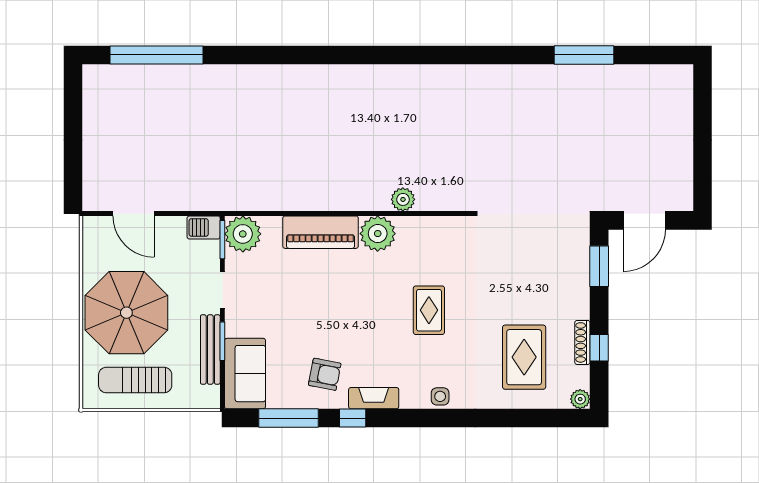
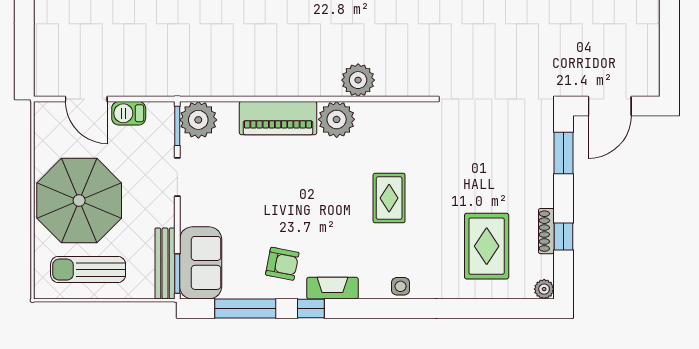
plant: (403, 199) -> (358, 80), width x1.36, depth x1.36
barbecue: (204, 227) -> (129, 113), moved
window: (222, 341) -> (177, 274), moved
bench: (210, 350) -> (165, 263), moved

